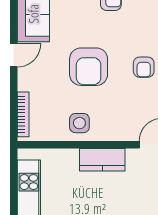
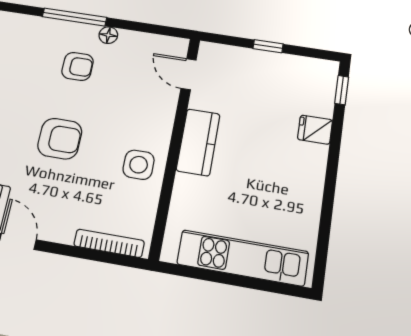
armchair: (89, 67) -> (60, 139), width x0.73, depth x0.73

